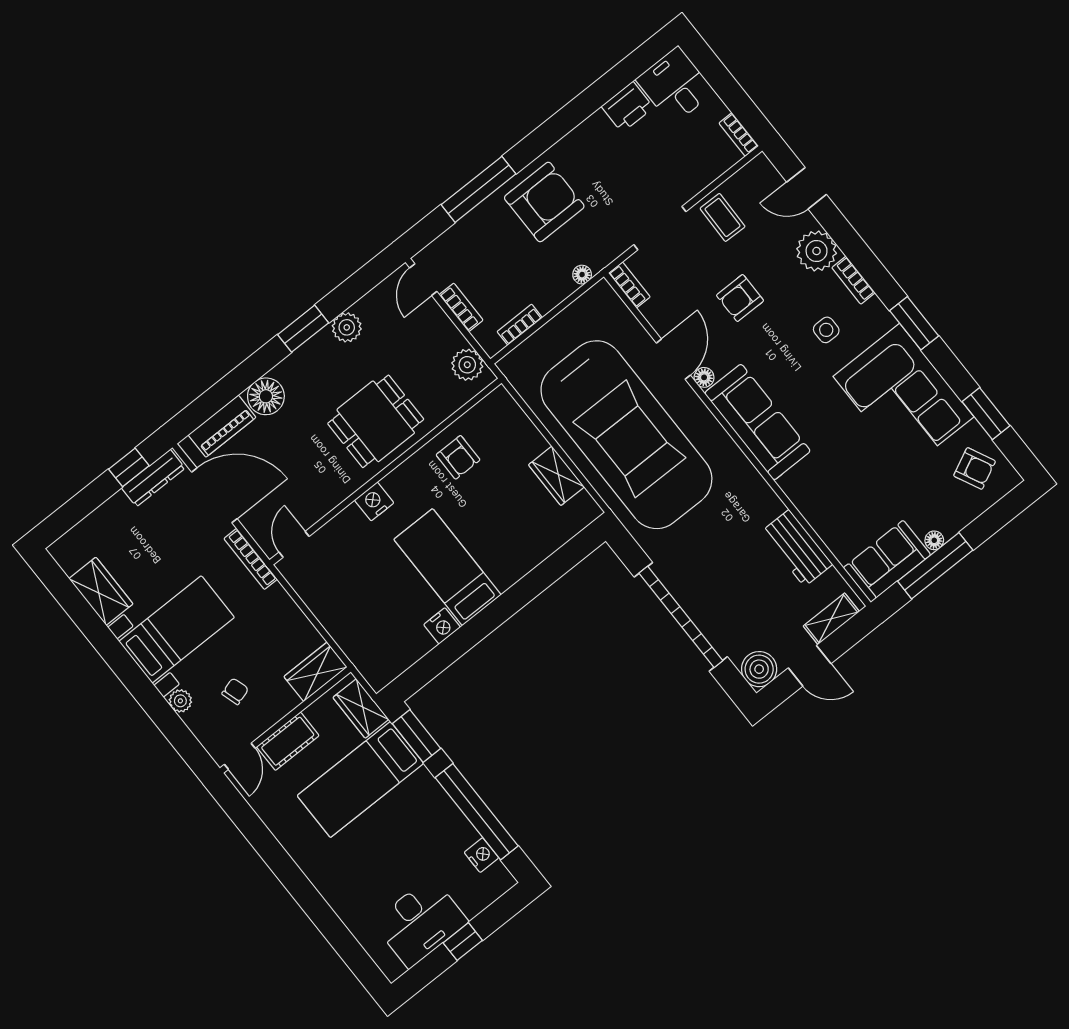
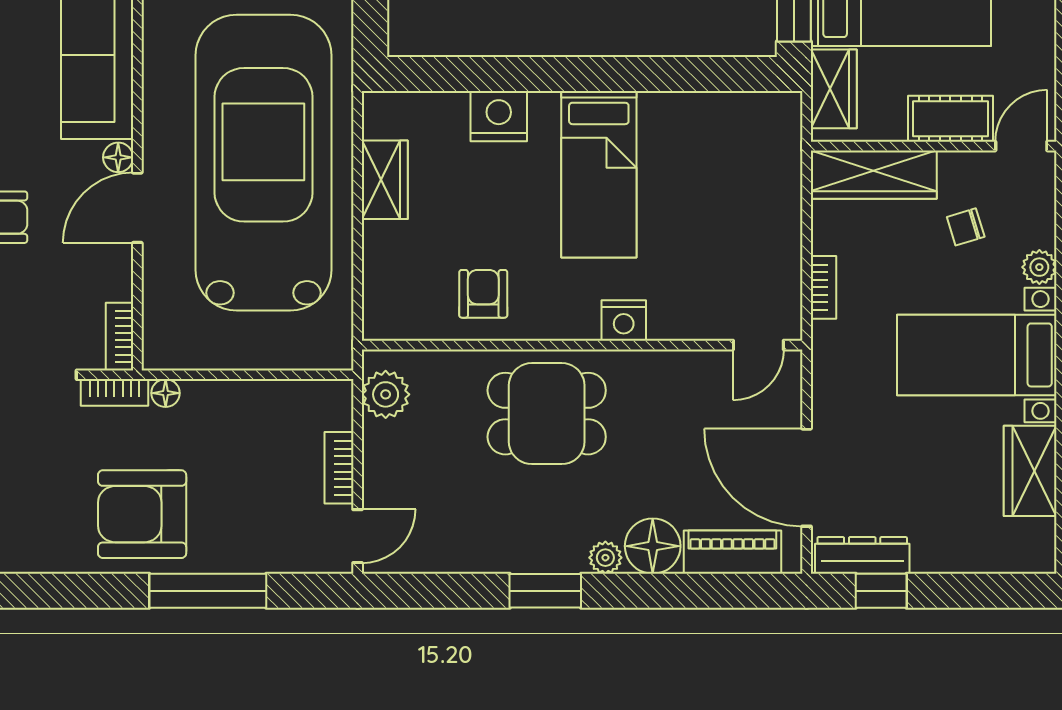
bookcase: (520, 325) -> (114, 392), moved
plant: (347, 327) -> (605, 558), moved, width x0.73, depth x0.73
bookcase: (251, 559) -> (823, 287), moved, width x0.64
nightstand: (442, 626) -> (499, 116), moved, width x1.36, depth x1.33
wardrobe: (315, 672) -> (874, 175), width x1.50

